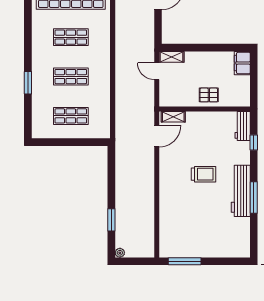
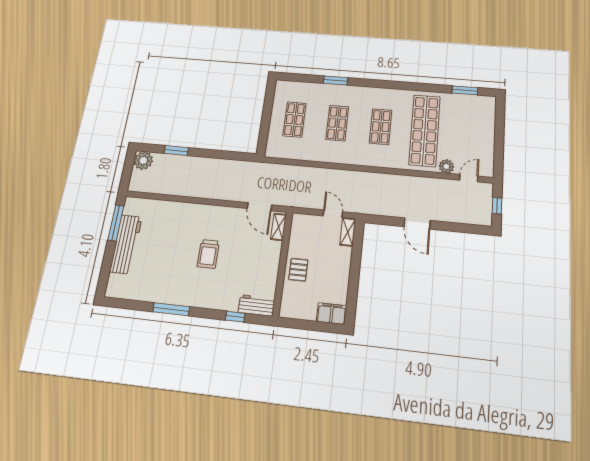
door: (157, 71) -> (333, 214), hinge flipped
workbench: (241, 191) -> (126, 244), moved, turned 90
plant: (120, 253) -> (143, 161), width x1.88, depth x1.88

